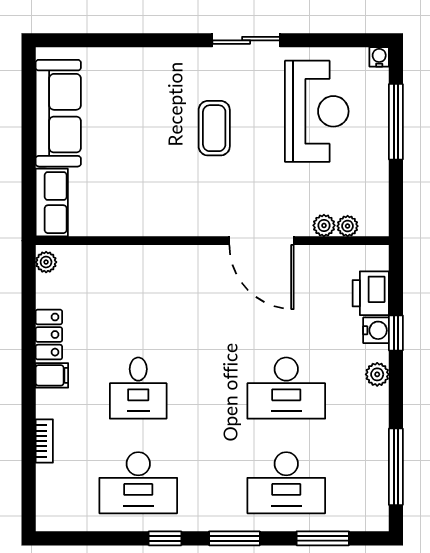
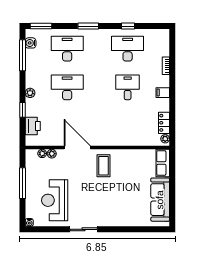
window: (396, 122) -> (22, 183), moved
coffee table: (214, 128) -> (104, 166), moved
water cooler: (376, 330) -> (31, 43), moved
locker: (49, 335) -> (164, 123), moved
window: (165, 538) -> (128, 26), moved
window: (323, 538) -> (41, 26), moved

